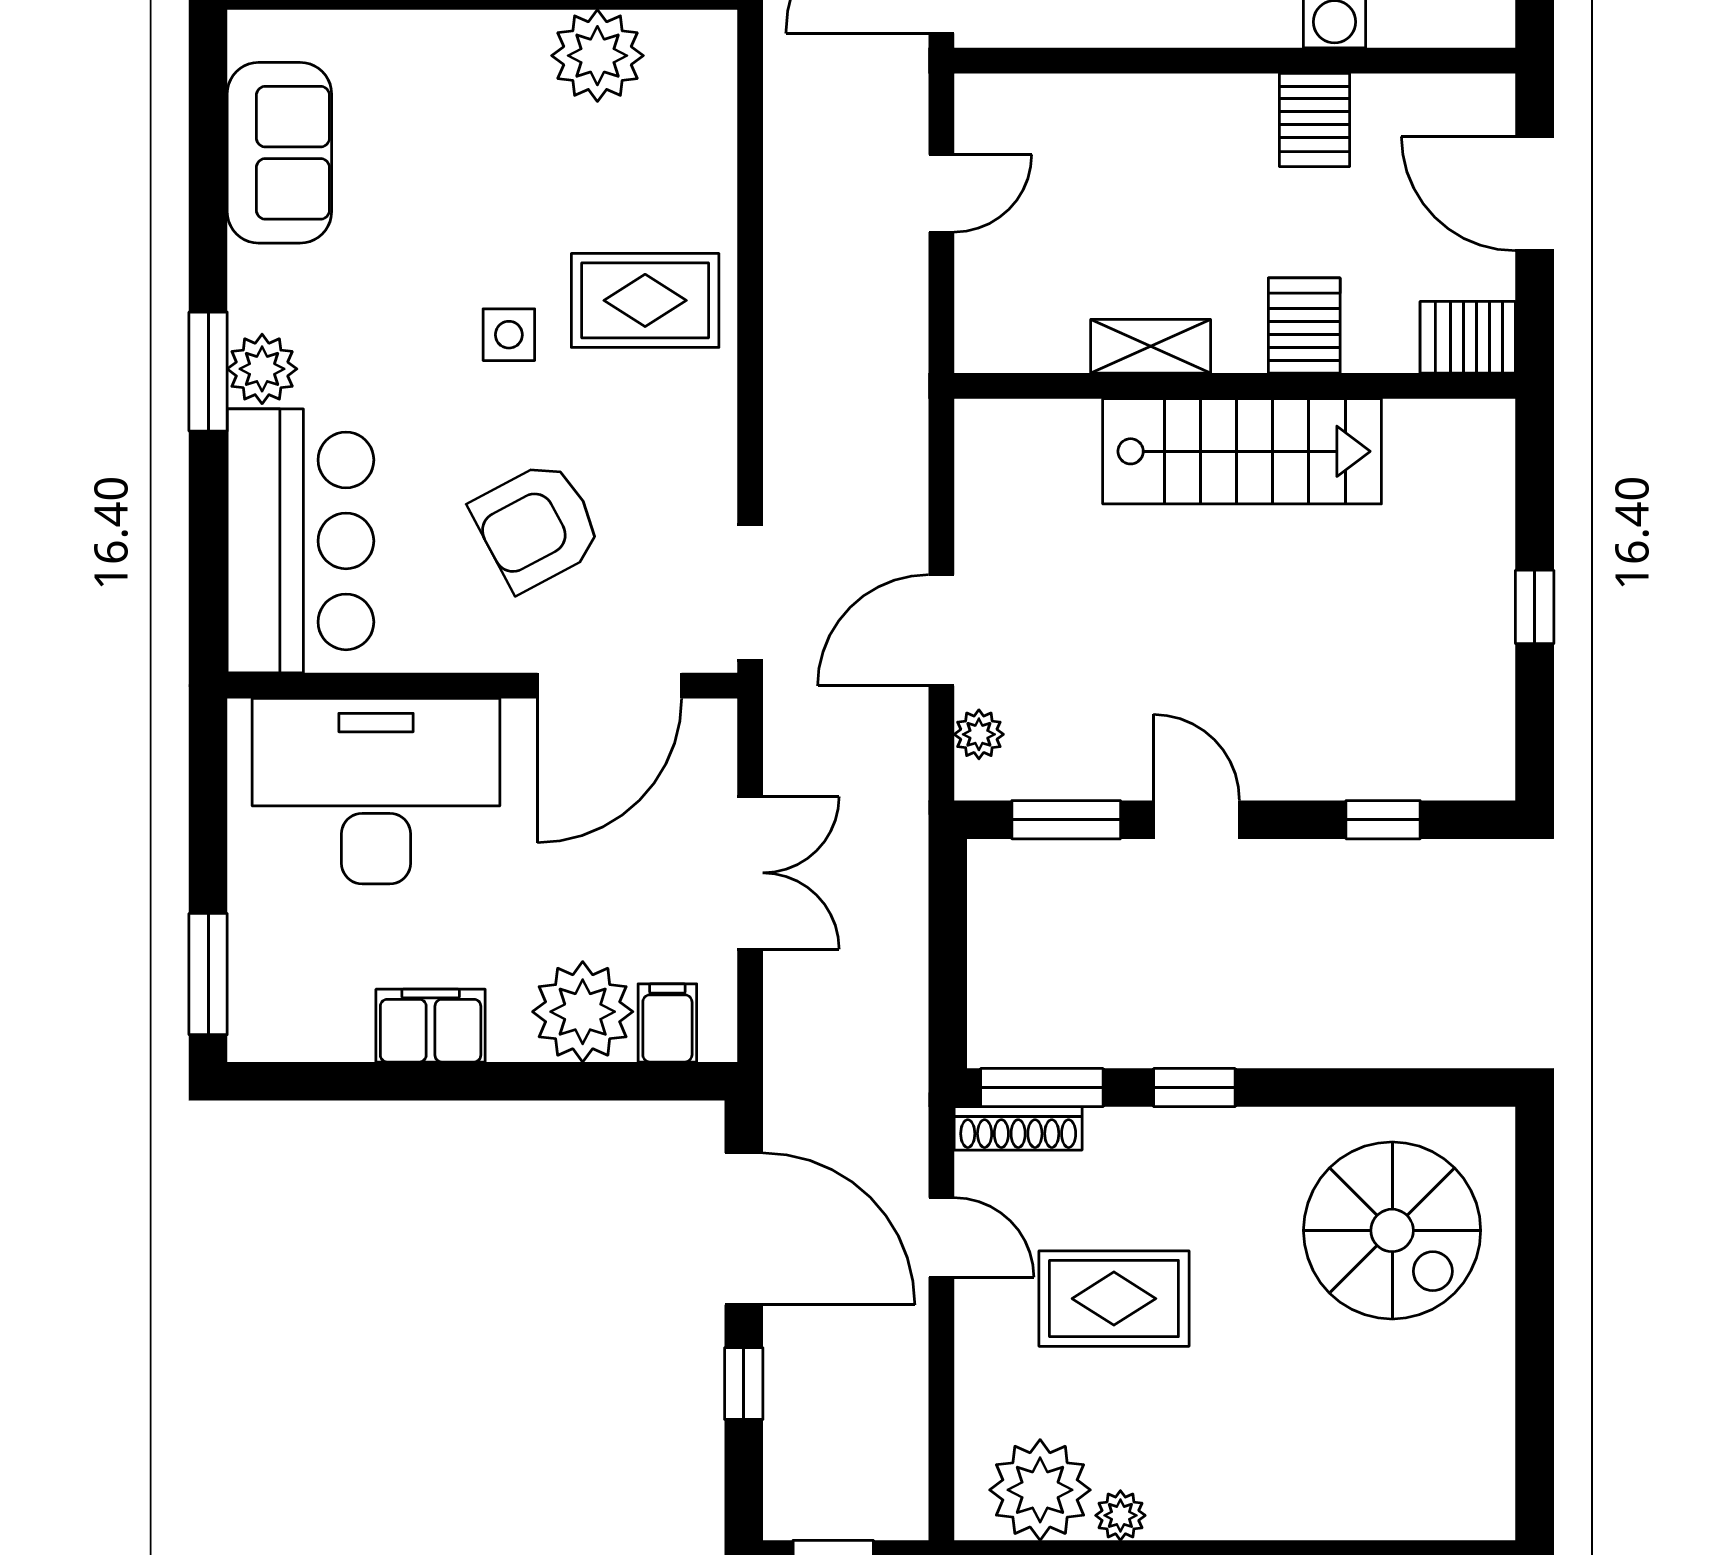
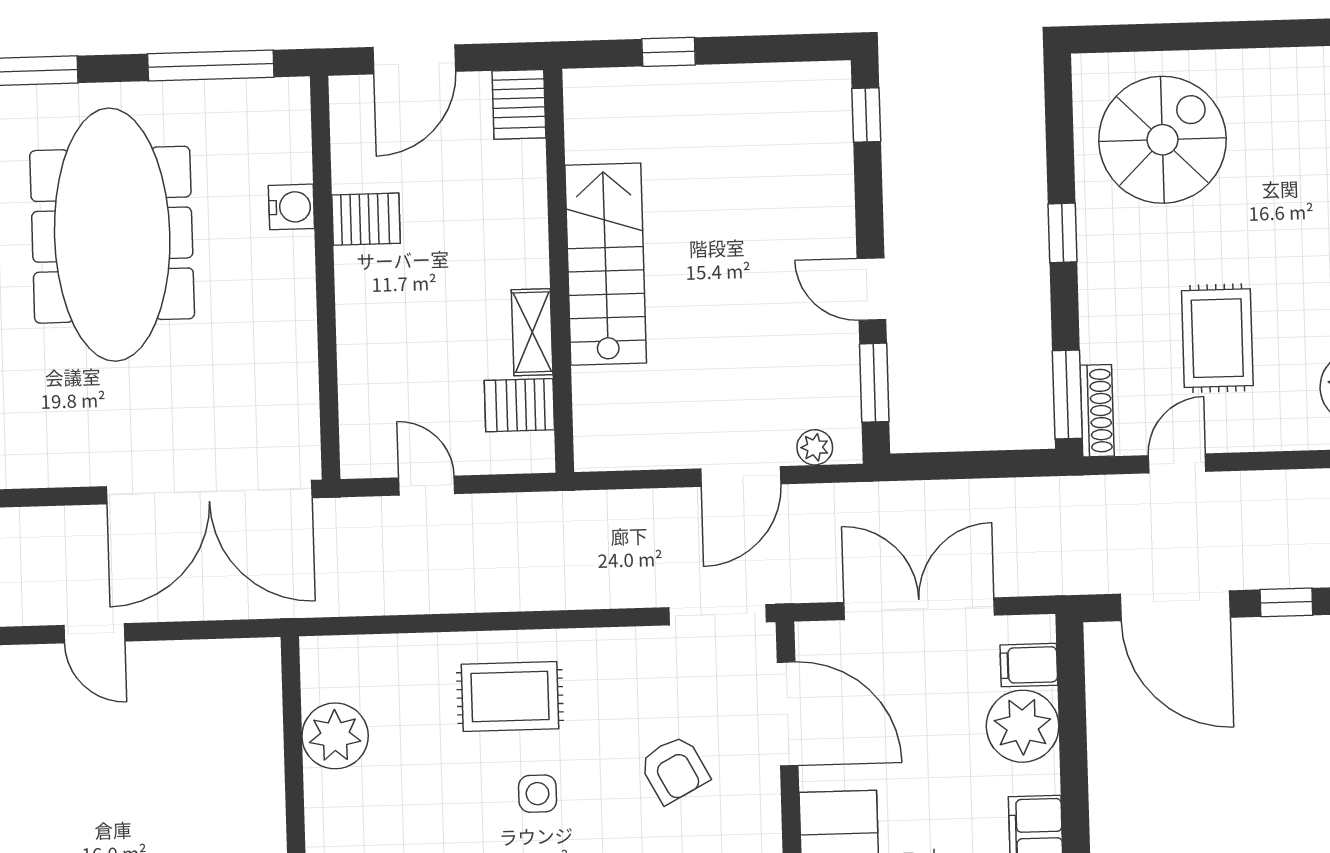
rug: (645, 300) -> (510, 696), turned 90
server rack: (1304, 326) -> (519, 405), moved
armchair: (537, 526) -> (674, 769), width x0.72, depth x0.72
window: (1535, 607) -> (669, 52), moved
door: (941, 630) -> (741, 476), hinge flipped
door: (1196, 820) -> (871, 289), hinge flipped
window: (1383, 820) -> (866, 115), moved
double door: (750, 873) -> (919, 609), width x1.37
window: (1194, 1088) -> (1062, 233), moved
door: (744, 1229) -> (1175, 606), swing flipped

